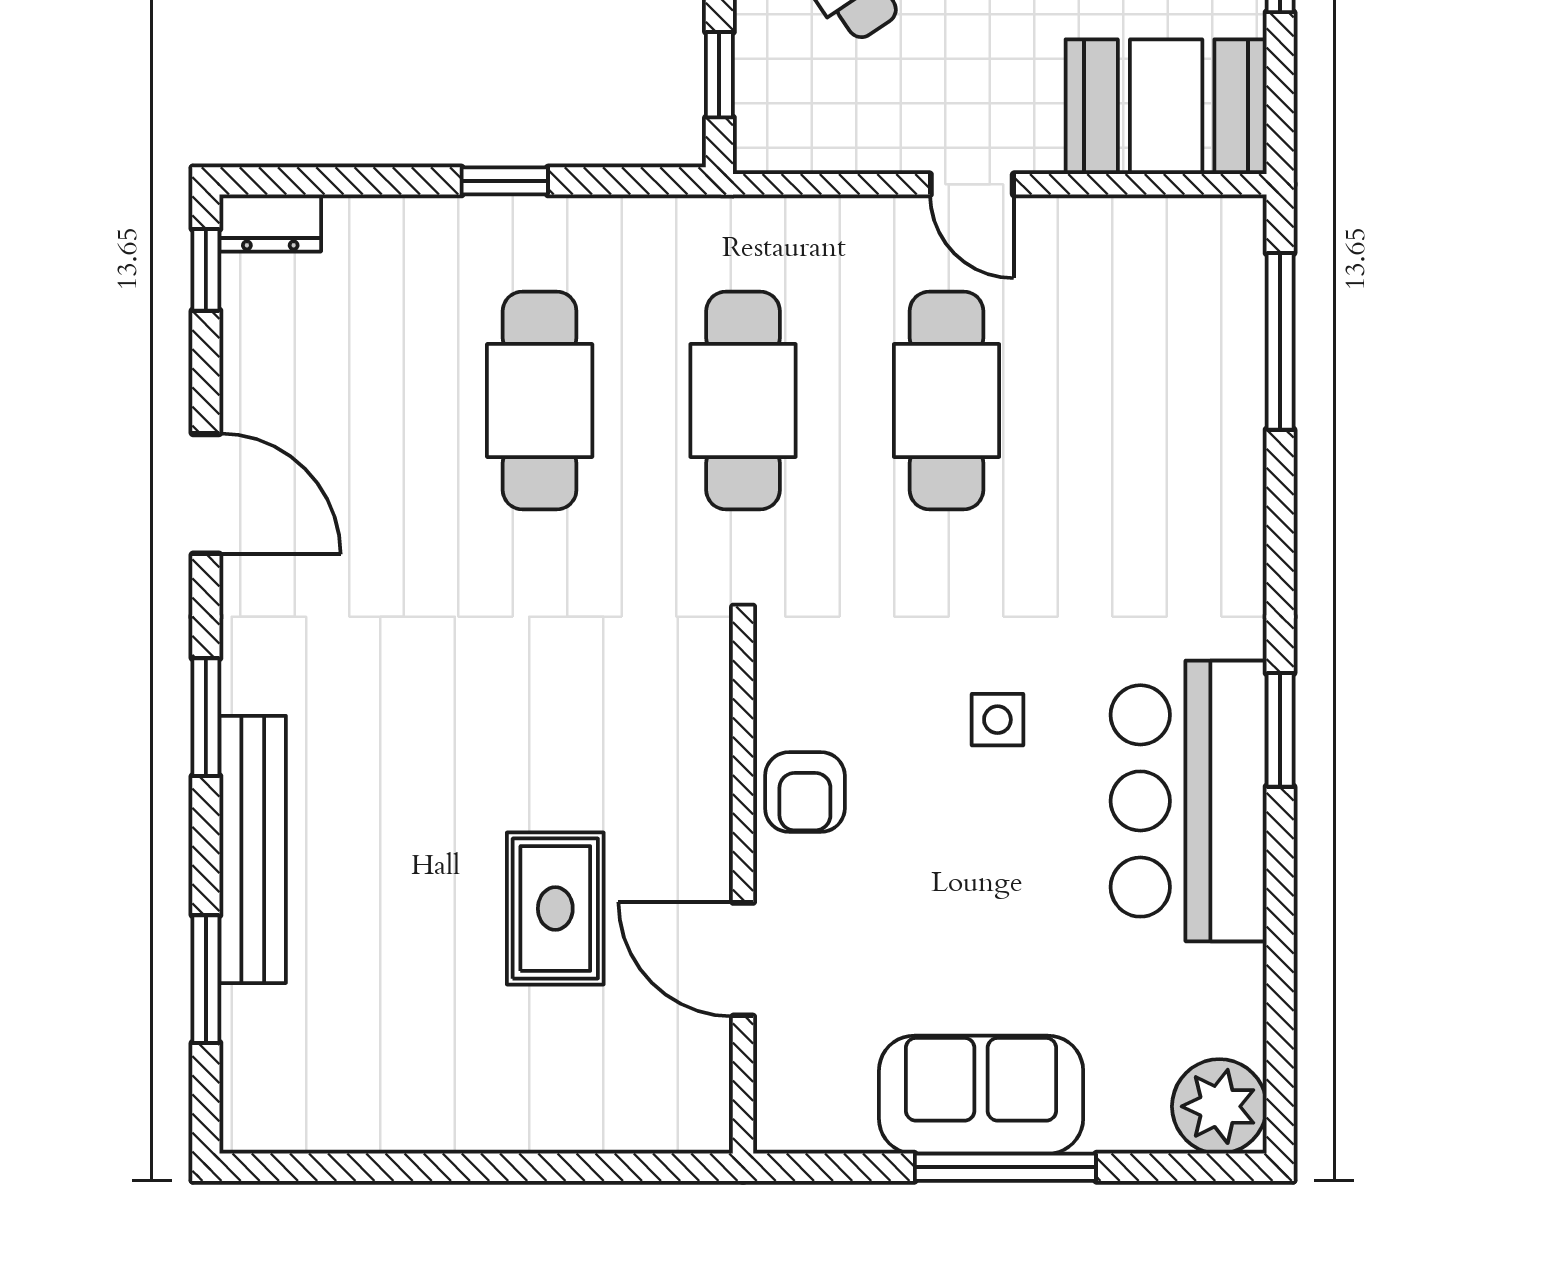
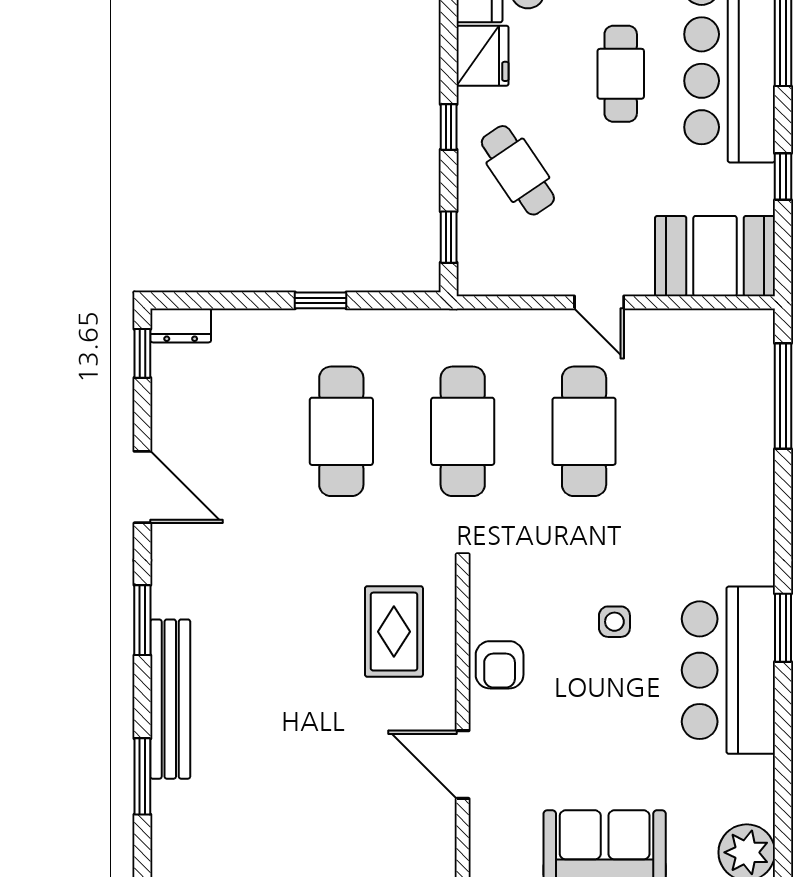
rug: (555, 909) -> (394, 632), moved

